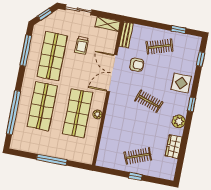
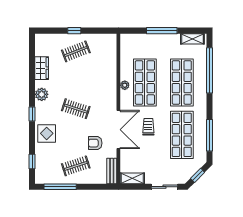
window: (178, 30) -> (60, 187), width x2.17
trolley: (82, 45) -> (148, 127), moved
shelving: (24, 146) -> (192, 39), added

